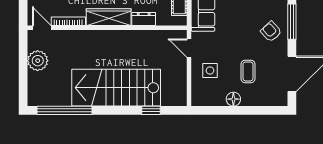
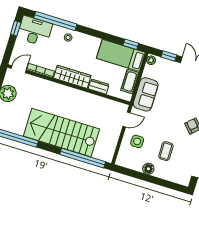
door: (42, 28) -> (19, 69), hinge flipped
door: (189, 48) -> (126, 119), swing flipped
window: (151, 110) -> (83, 158), width x3.17

